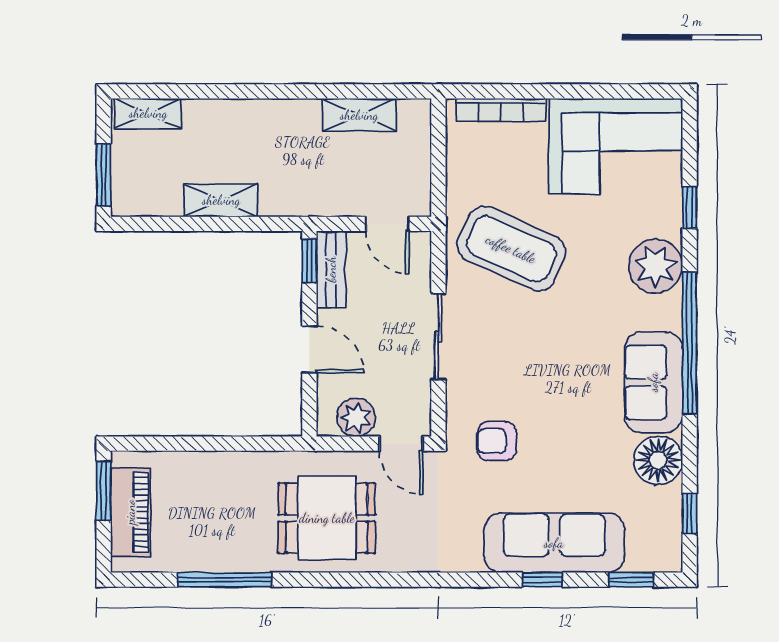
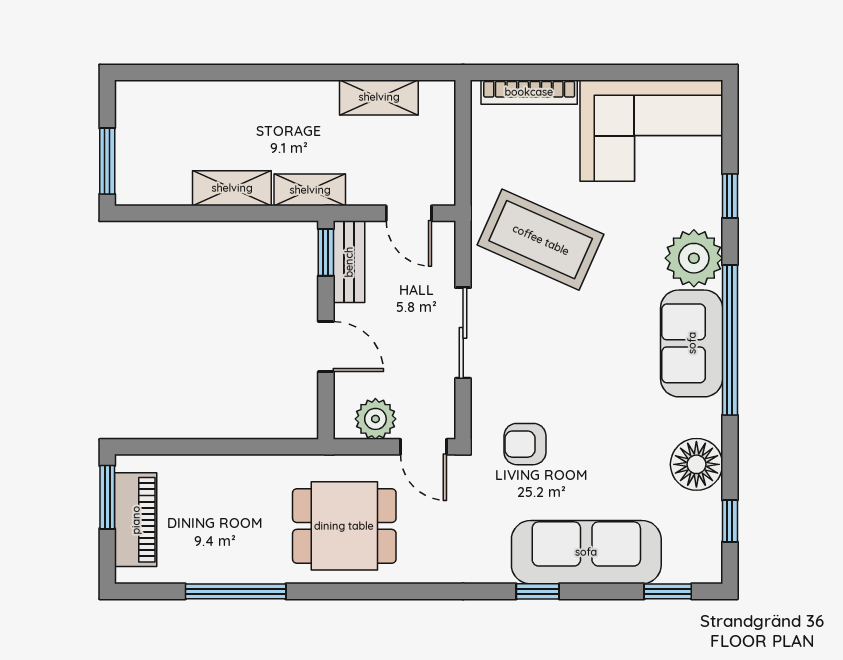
shelving: (148, 113) -> (310, 190), moved
sofa: (653, 382) -> (692, 343), moved
window: (542, 580) -> (538, 591), moved

